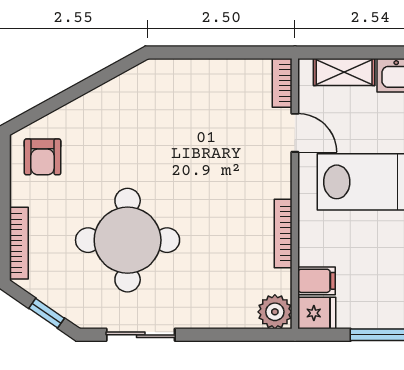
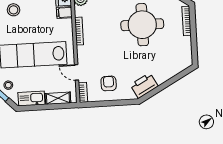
printer: (132, 91) -> (144, 86), added
armchair: (43, 157) -> (109, 83), moved

